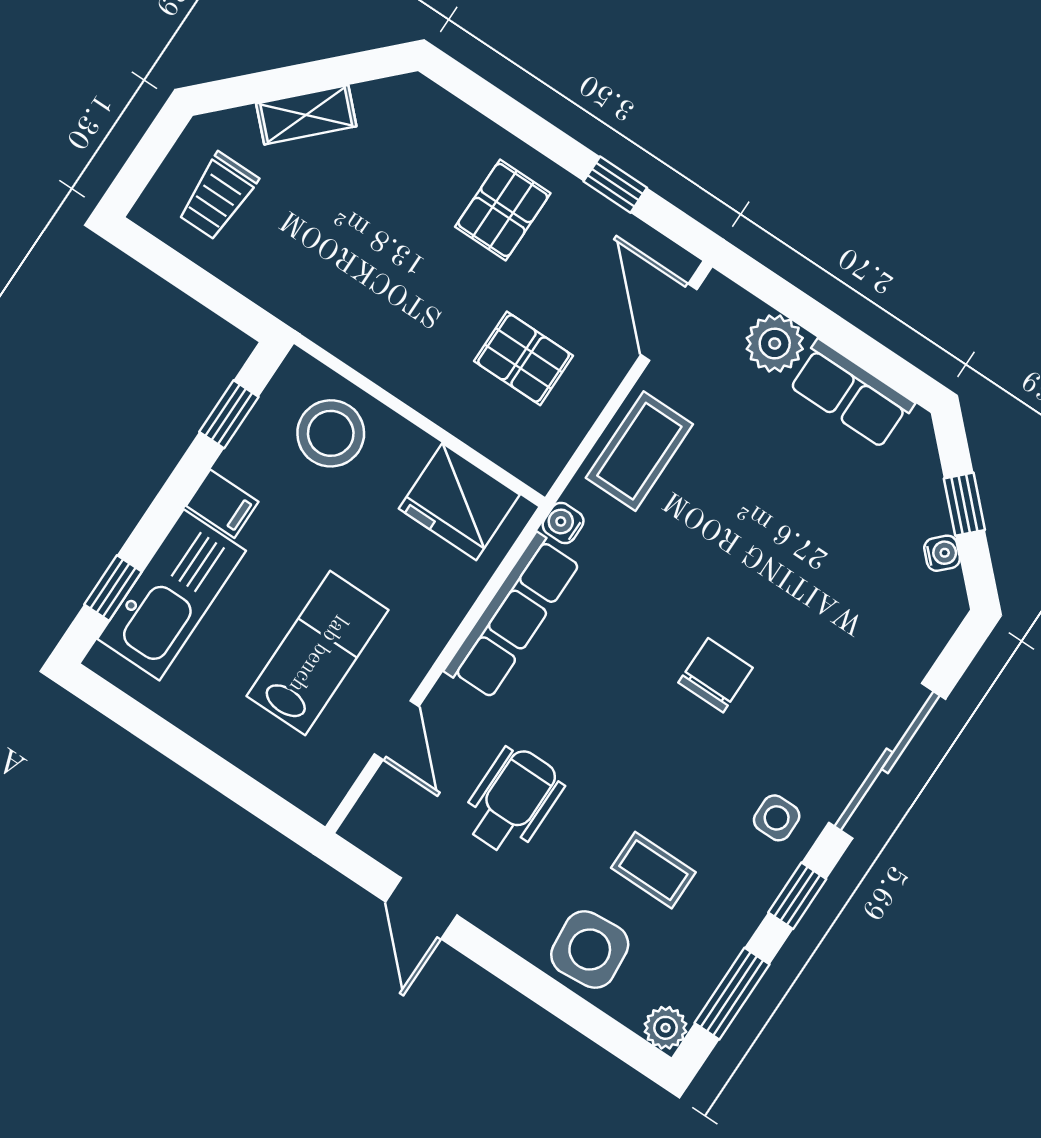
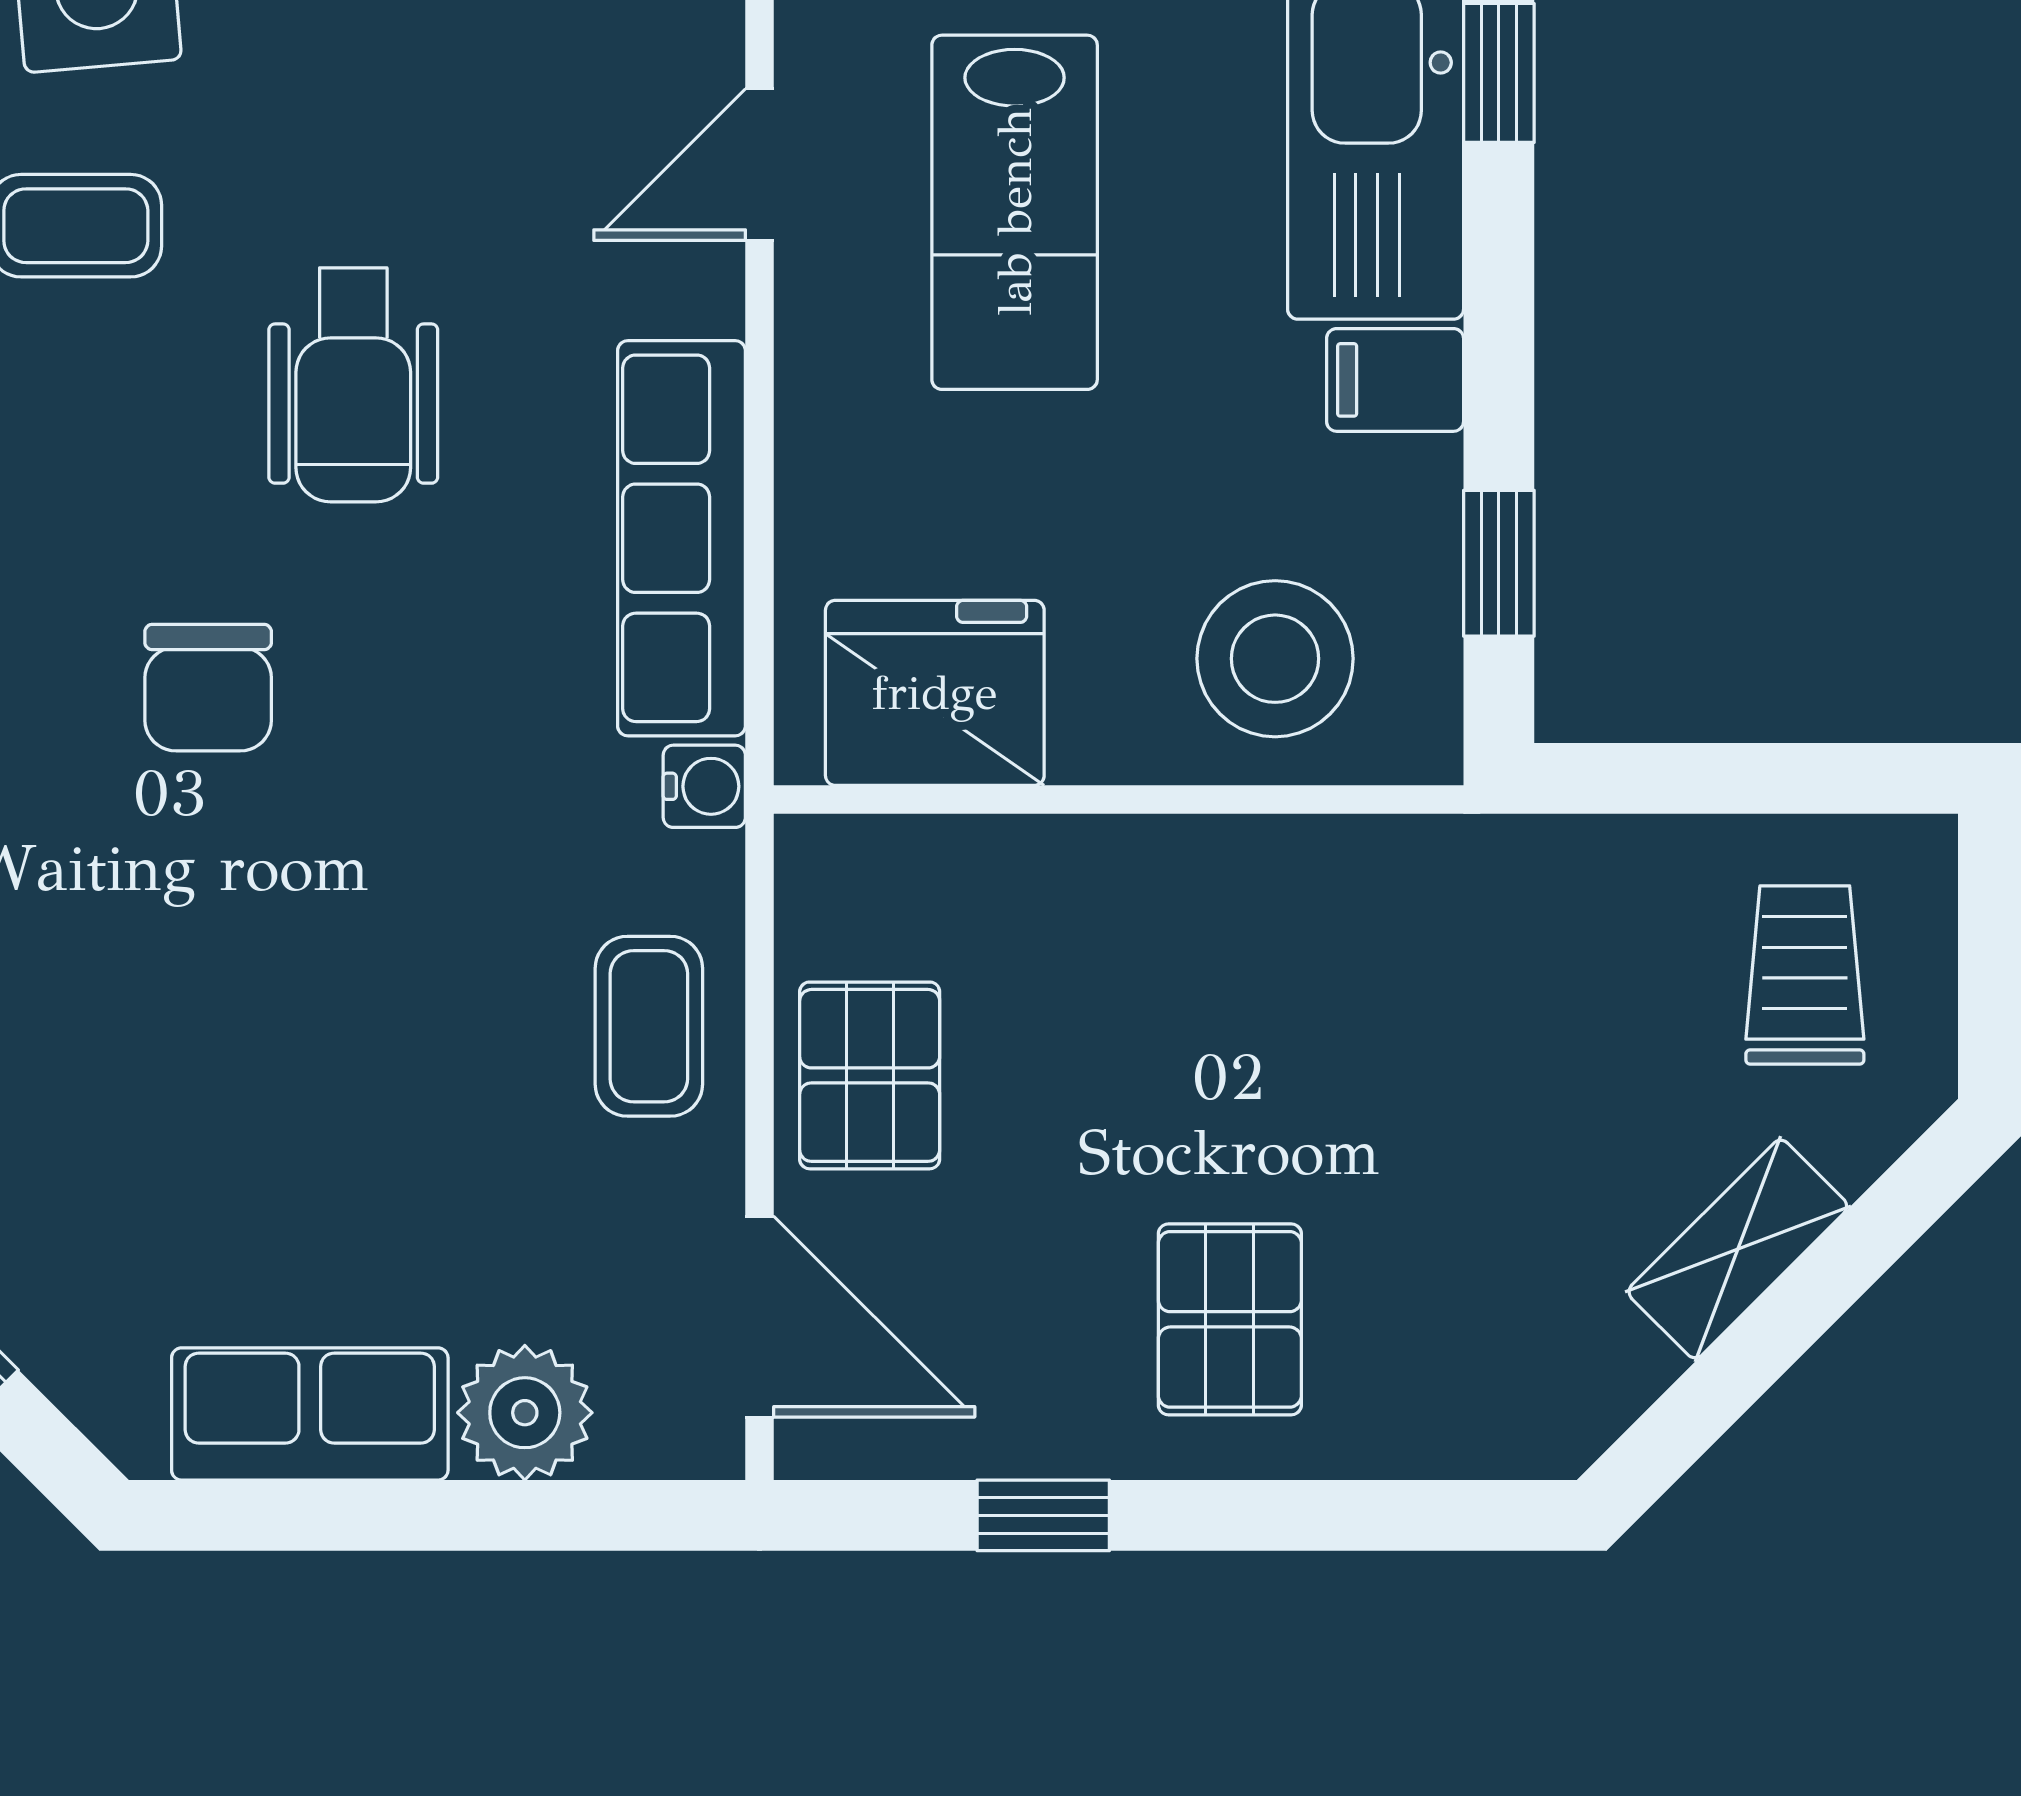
pallet: (524, 358) -> (870, 1075), moved, turned 90
coffee table: (639, 451) -> (649, 1026), width x0.73, depth x0.77
door: (397, 730) -> (760, 165), hinge flipped
wheelchair: (512, 801) -> (353, 385), moved

